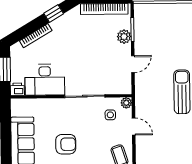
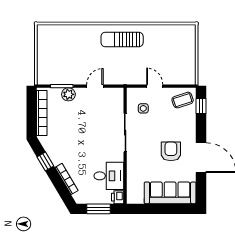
door: (133, 64) -> (95, 86), hinge flipped
desk: (45, 80) -> (109, 176), width x0.73
plant: (126, 103) -> (132, 93), removed
door: (134, 127) -> (155, 86), hinge flipped

